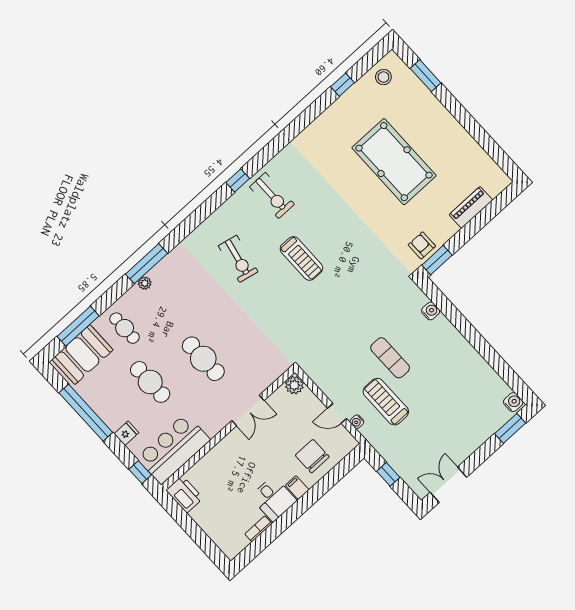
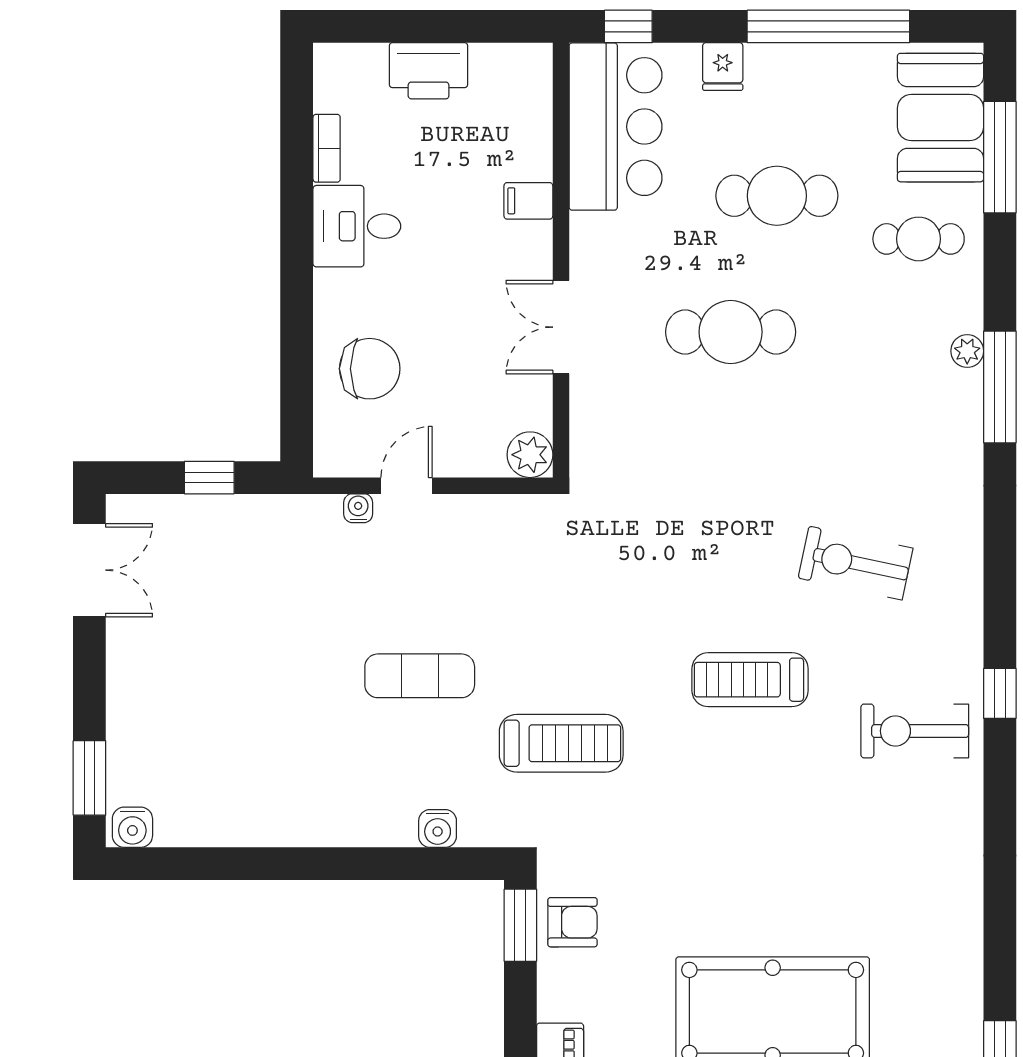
treadmill: (386, 402) -> (561, 743), moved
filing cabinet: (297, 488) -> (528, 201), moved, turned 180
printer: (185, 494) -> (429, 71), moved

